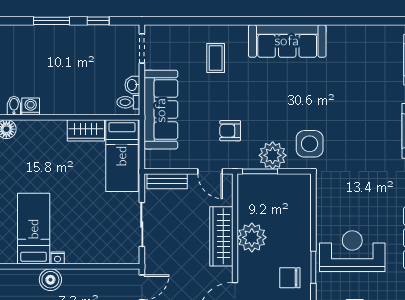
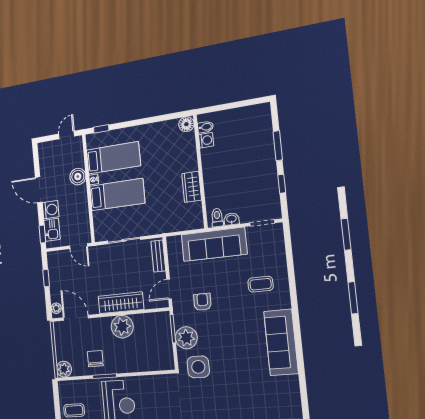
bed: (122, 156) -> (117, 195), moved, turned 180

